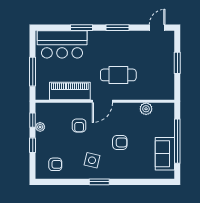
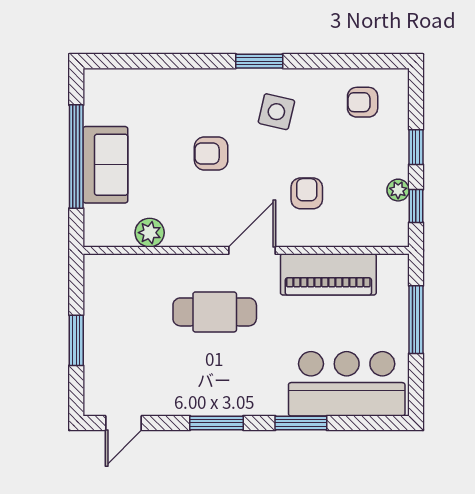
sofa: (165, 154) -> (105, 165), moved

